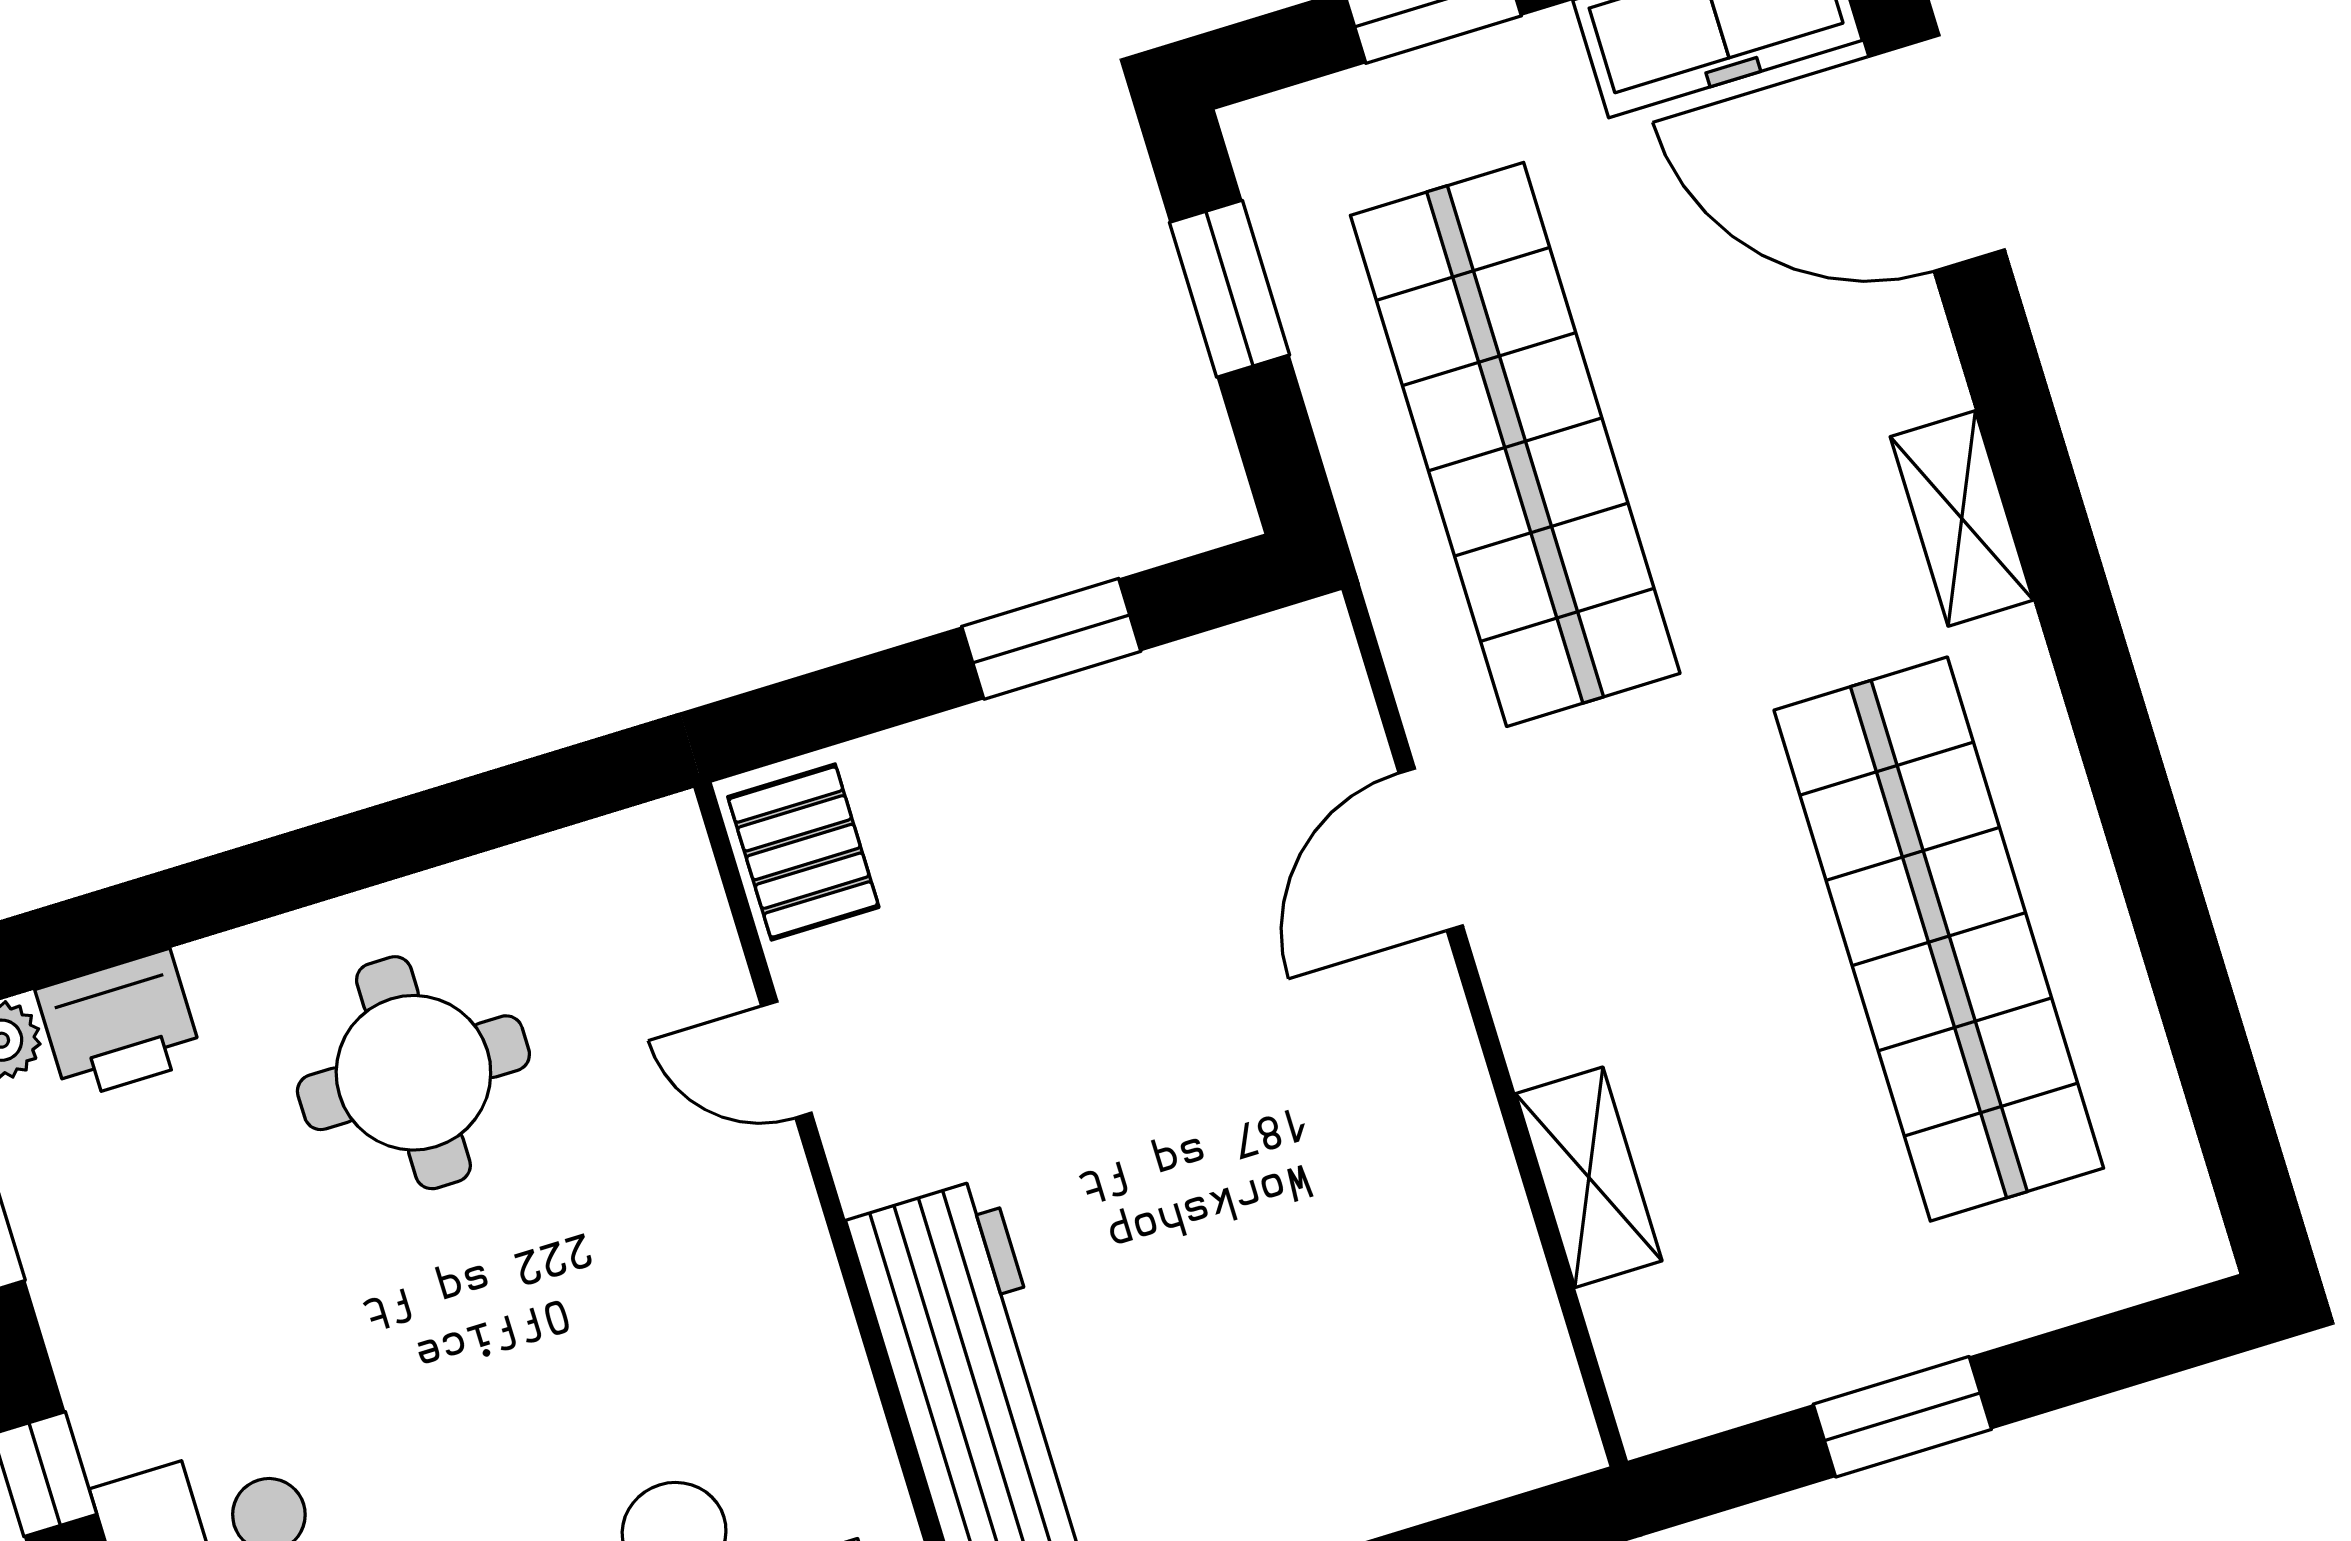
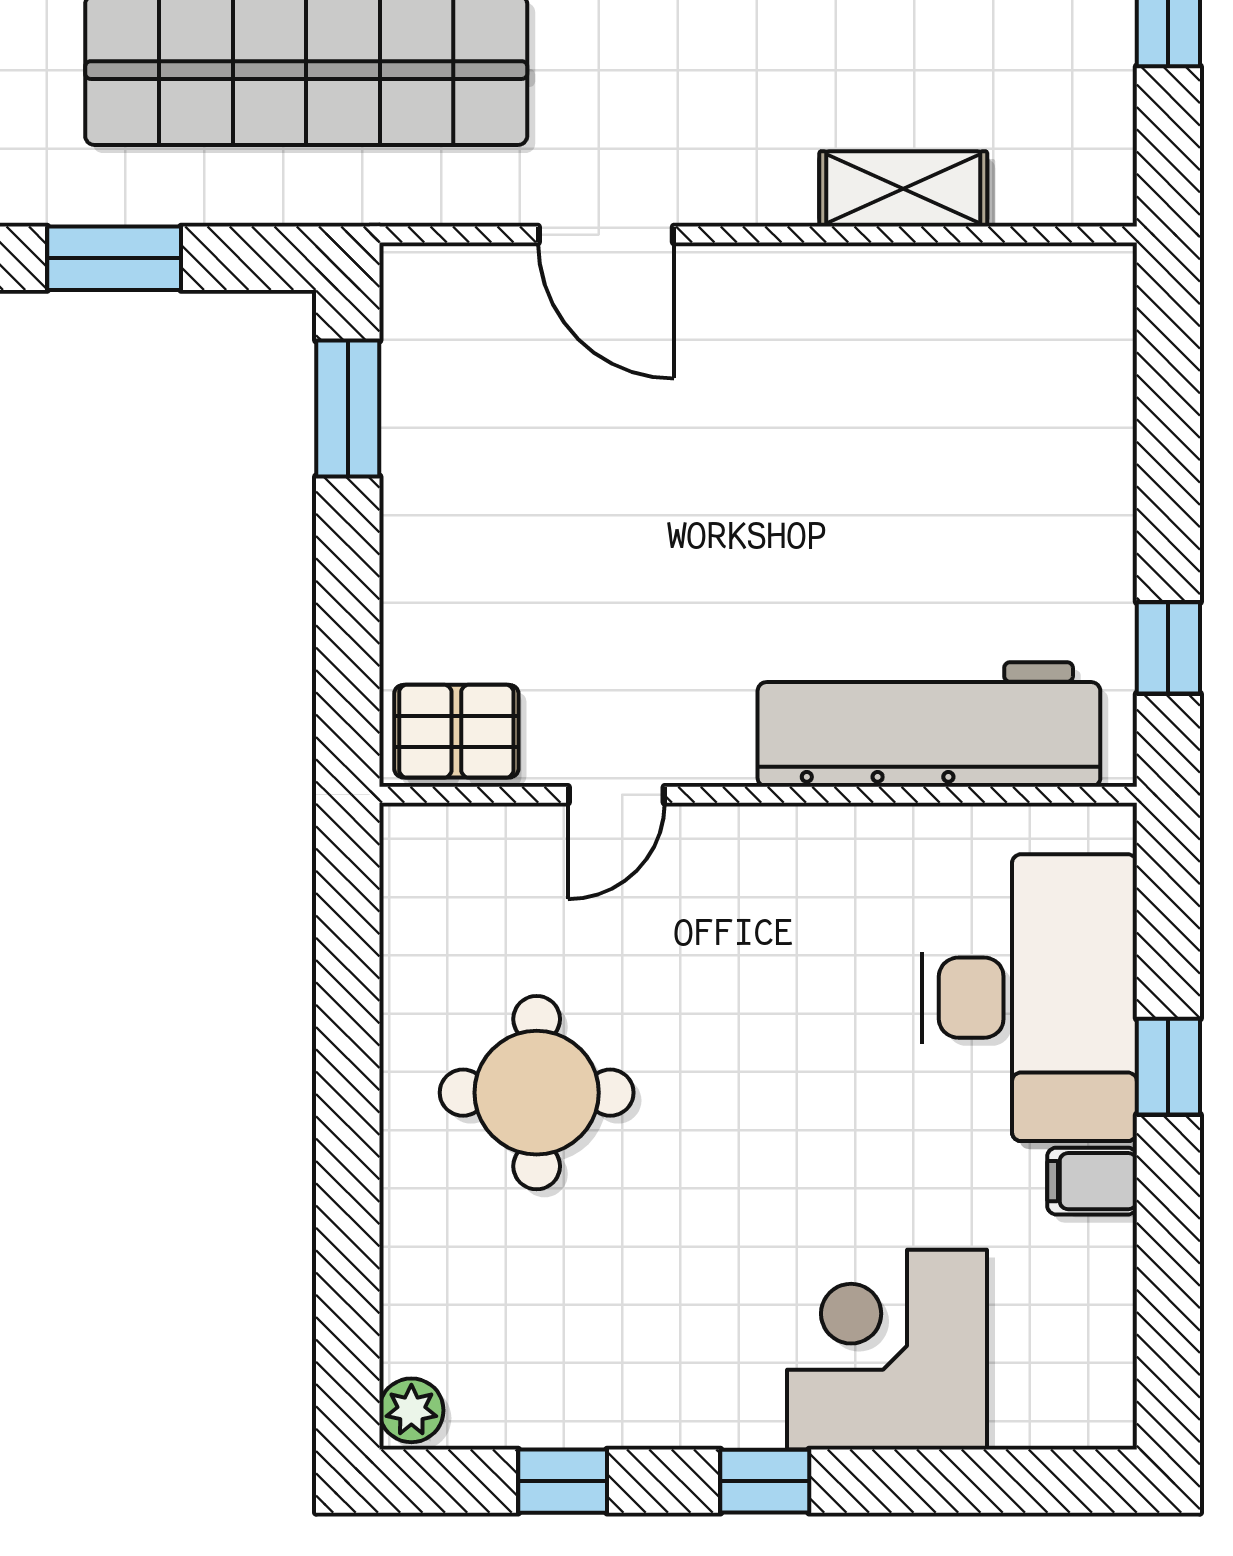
window: (1051, 639) -> (348, 409), moved
printer: (119, 1025) -> (428, 1314), removed

